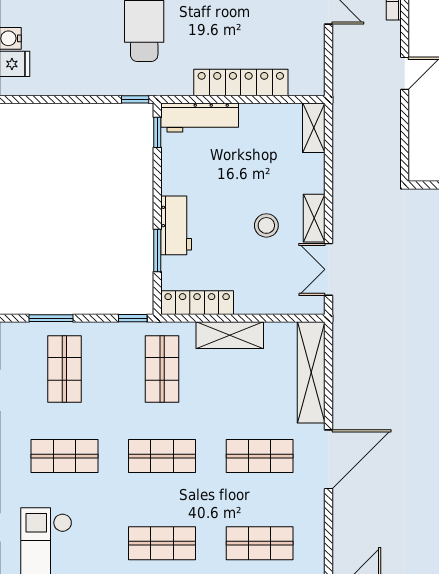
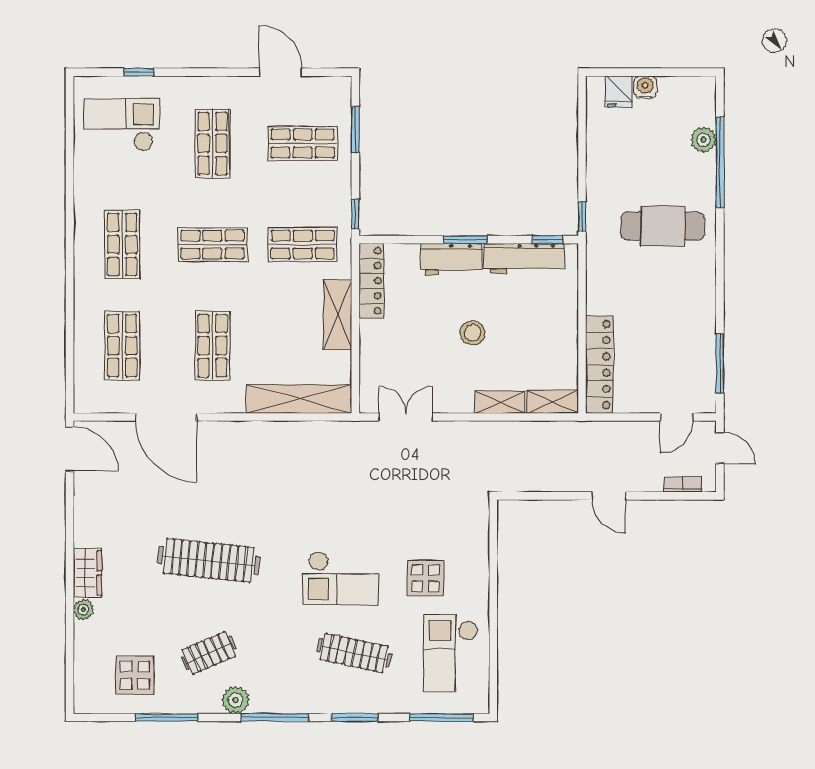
locker: (241, 83) -> (599, 365), moved
workbench: (200, 118) -> (524, 258), moved, turned -90
shelving: (314, 218) -> (500, 402), moved
stool: (266, 225) -> (473, 333), moved
window: (157, 251) -> (465, 240), moved
shop shelf: (162, 456) -> (212, 245), turned 90
door: (328, 459) -> (166, 417), moved

